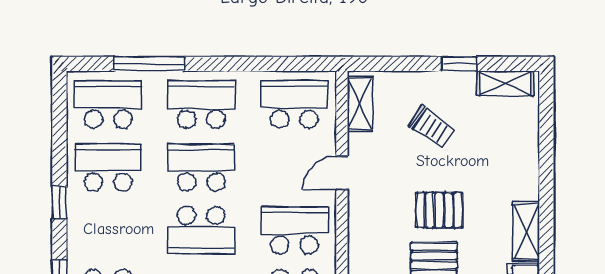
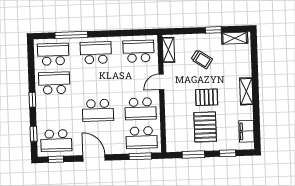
school desk: (201, 167) -> (97, 82), removed
school desk: (294, 230) -> (141, 109), turned 180
shelving: (526, 231) -> (246, 91), moved

